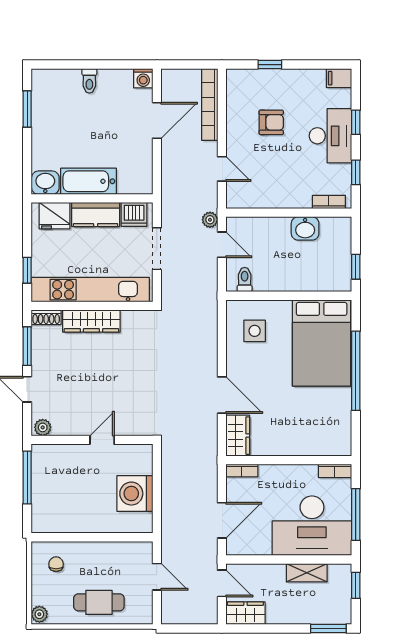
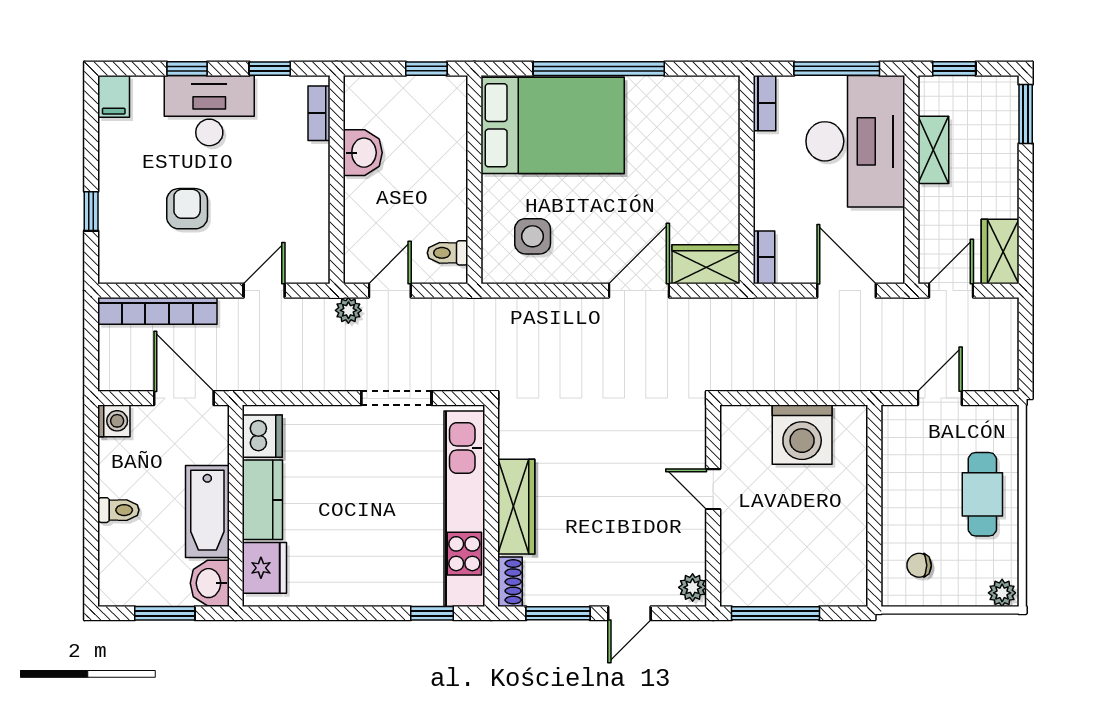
bathtub: (89, 181) -> (207, 511), moved
washbasin: (45, 183) -> (210, 583), moved
wall: (92, 198) -> (236, 506), moved
kitchen counter: (96, 214) -> (262, 500), moved
dishwasher: (134, 214) -> (262, 436), moved
fridge: (55, 216) -> (264, 568), moved

